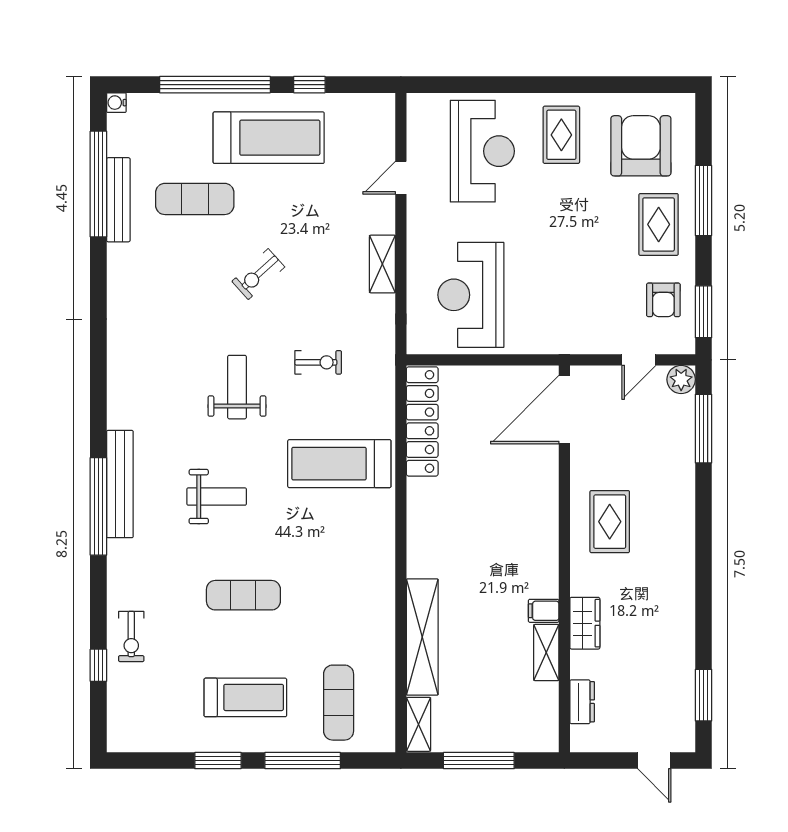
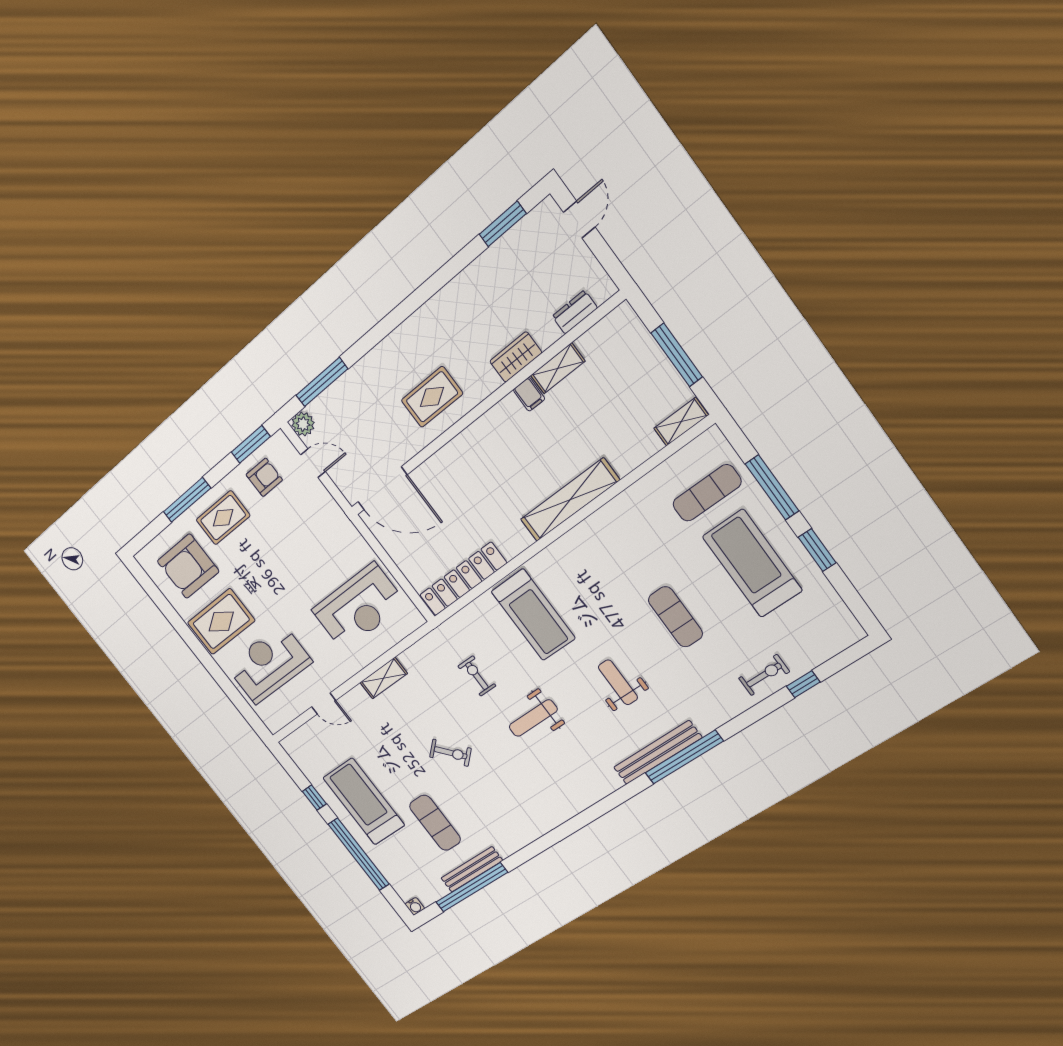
rug: (561, 135) -> (221, 622), width x1.36, depth x1.43
shelving: (422, 637) -> (570, 500), moved
treadmill: (245, 697) -> (752, 563), width x1.37, depth x1.38

